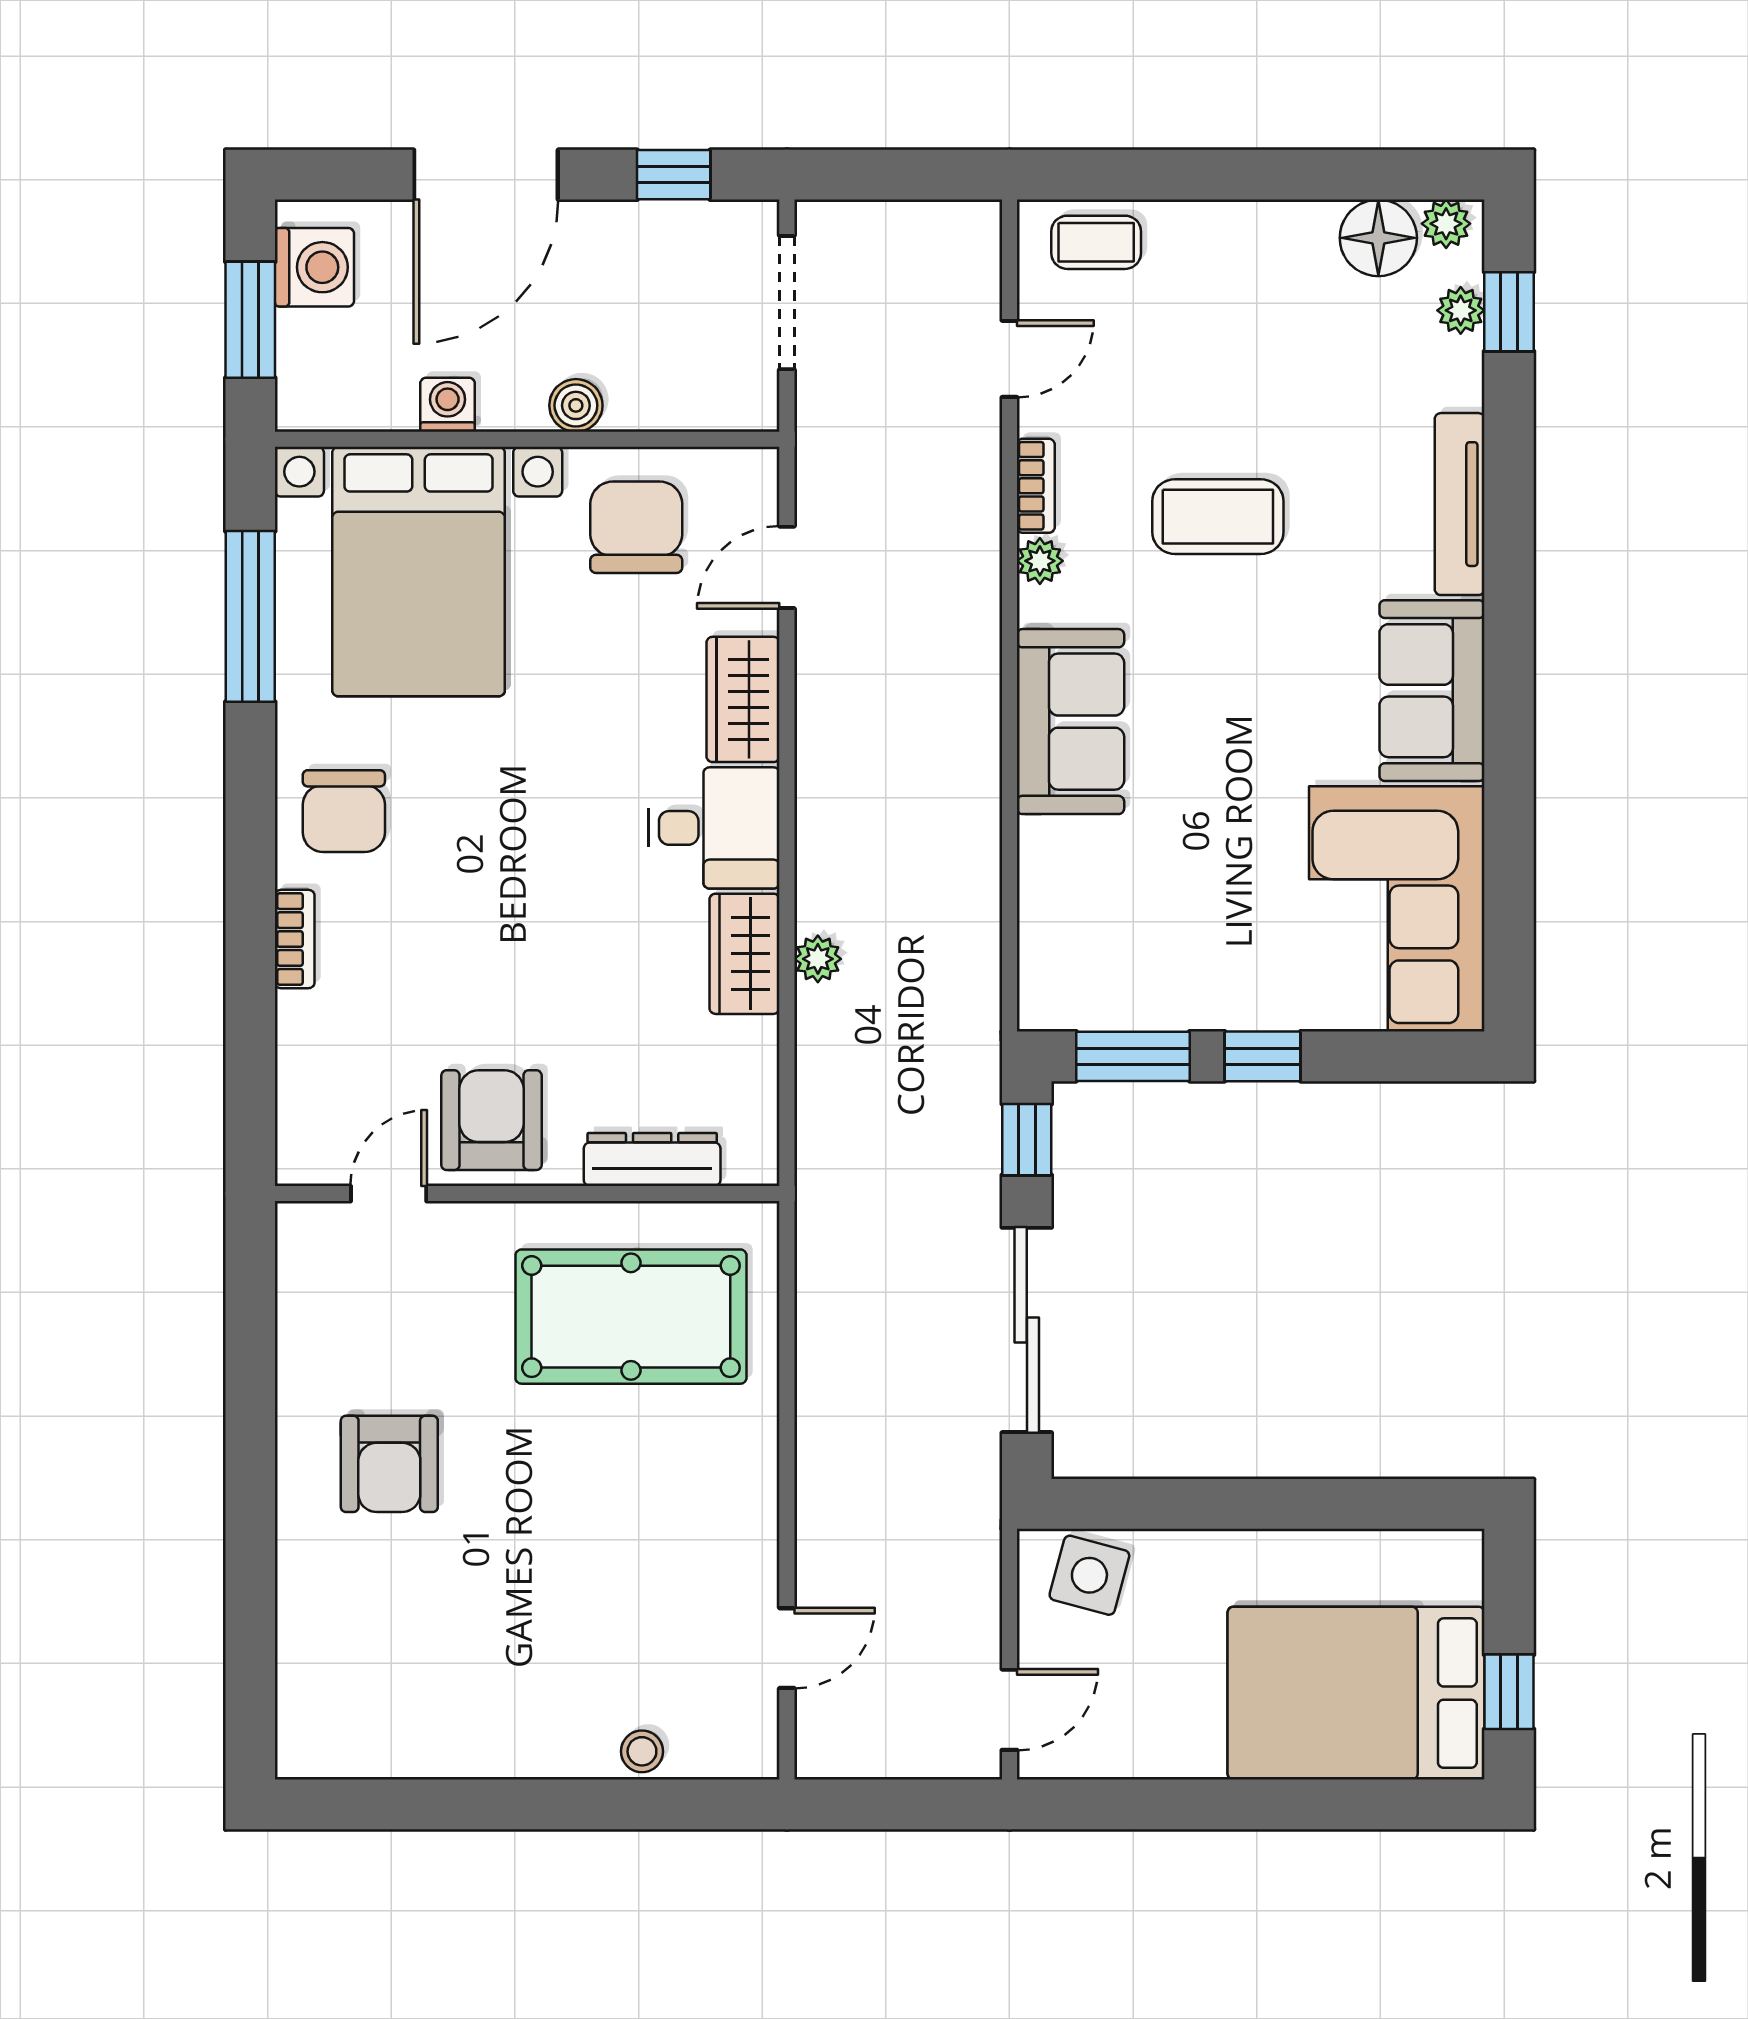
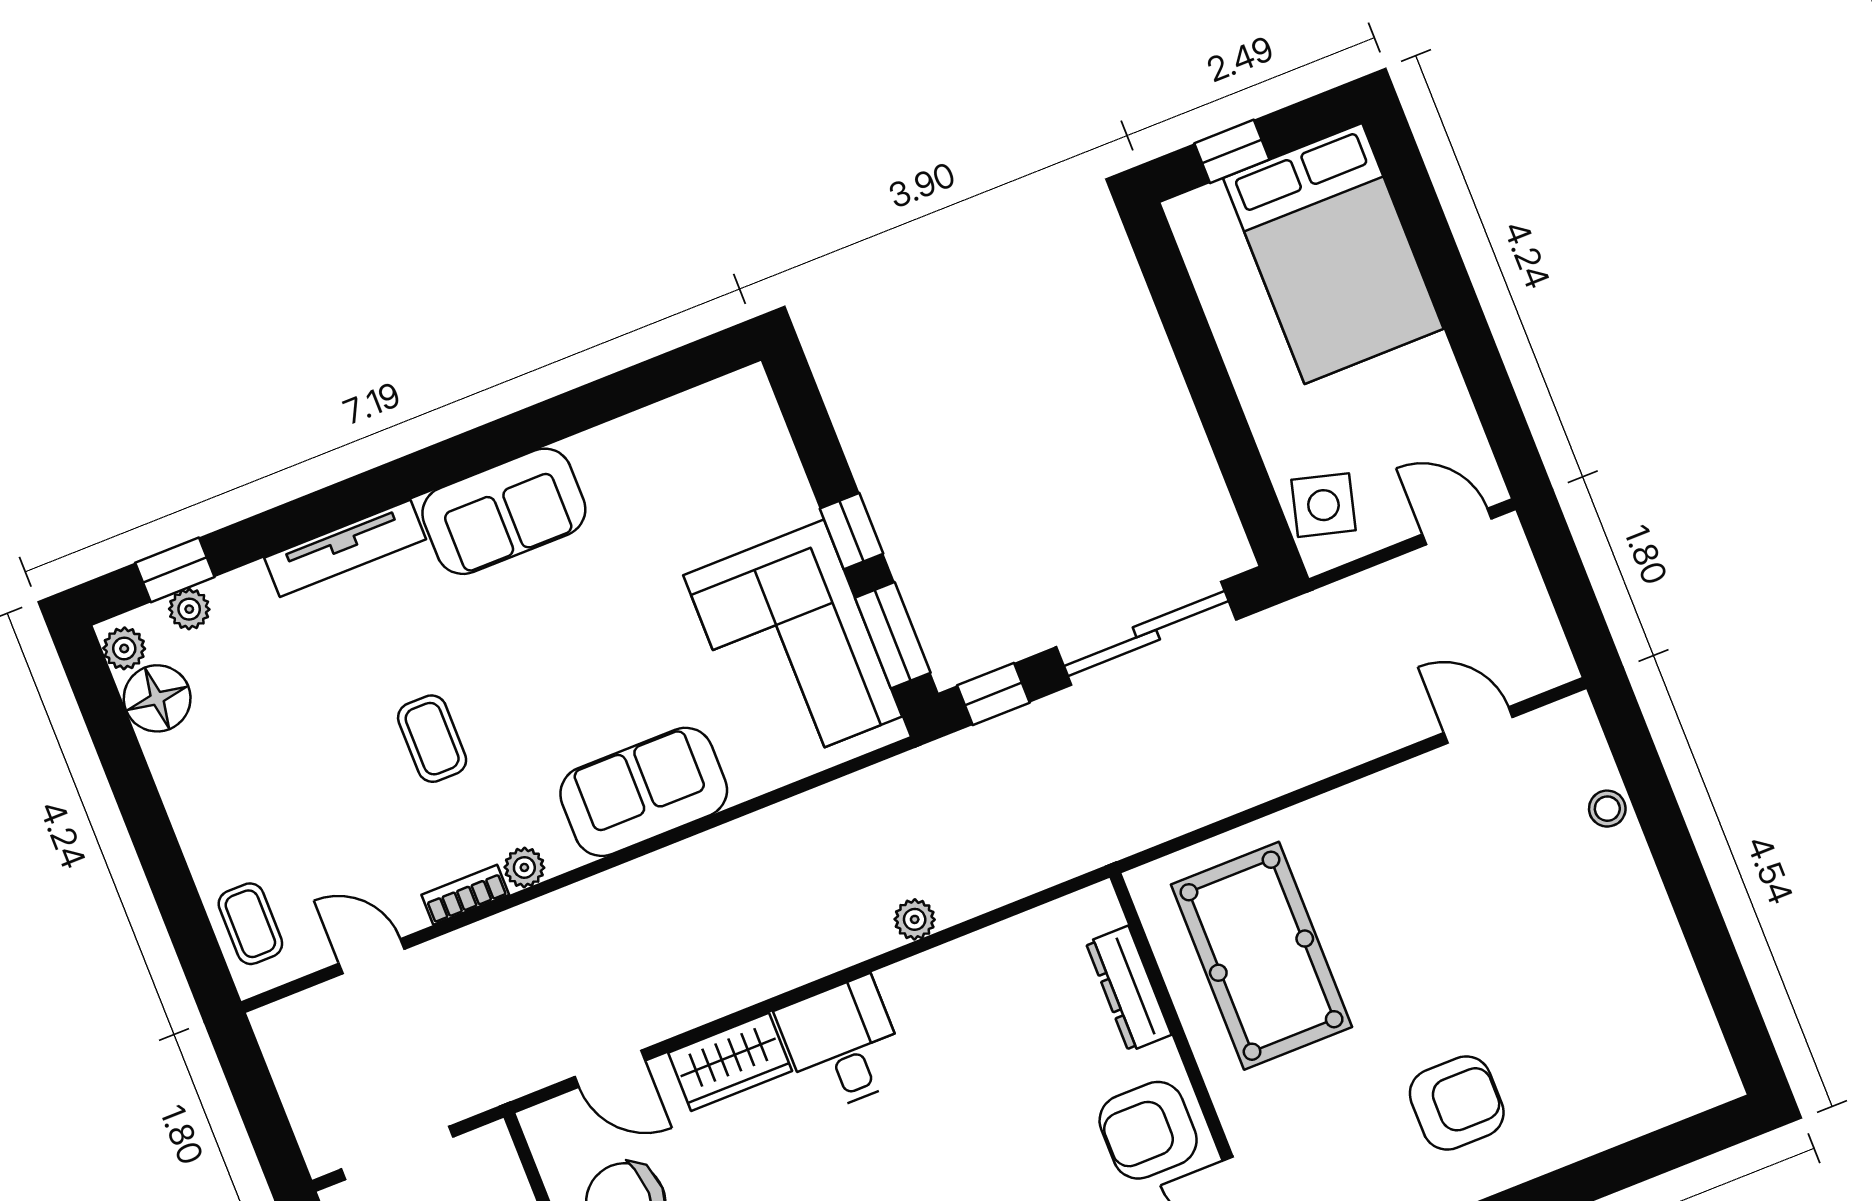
coffee table: (1218, 517) -> (432, 739), width x0.73, depth x0.77
corner sofa: (1397, 909) -> (793, 646), moved, turned 90
wardrobe: (745, 954) -> (934, 980), removed
window: (1509, 1692) -> (1232, 151), moved

